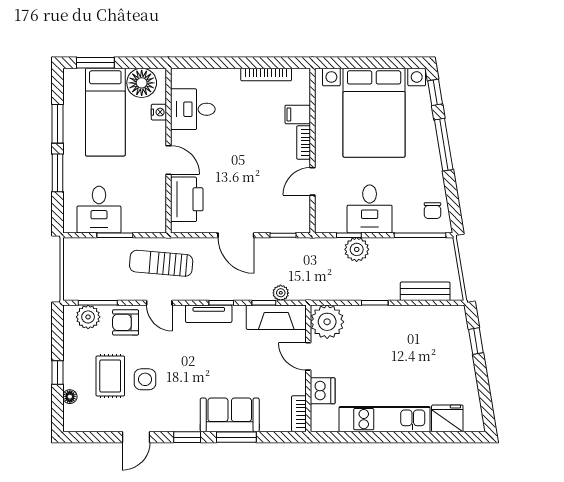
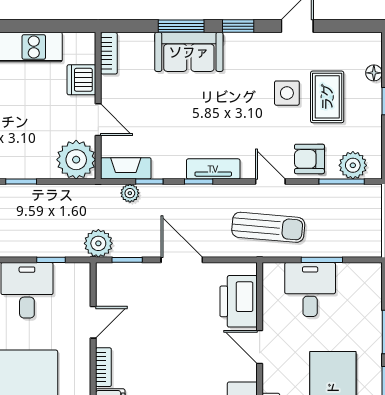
desk: (99, 210) -> (310, 290), moved
plant: (357, 249) -> (98, 243), moved
fireplace: (276, 317) -> (126, 168), width x0.73, depth x0.76
armchair: (126, 322) -> (309, 159), turned 180

